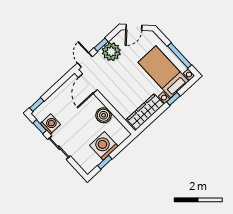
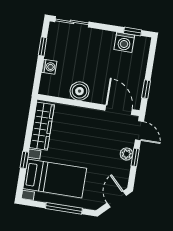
plant: (111, 52) -> (126, 154), width x0.53, depth x0.53
window: (179, 56) -> (64, 208), moved
window: (37, 104) -> (146, 89), moved
washing machine: (104, 146) -> (49, 67), width x0.53, depth x0.53
sliding door: (59, 148) -> (72, 22), moved

